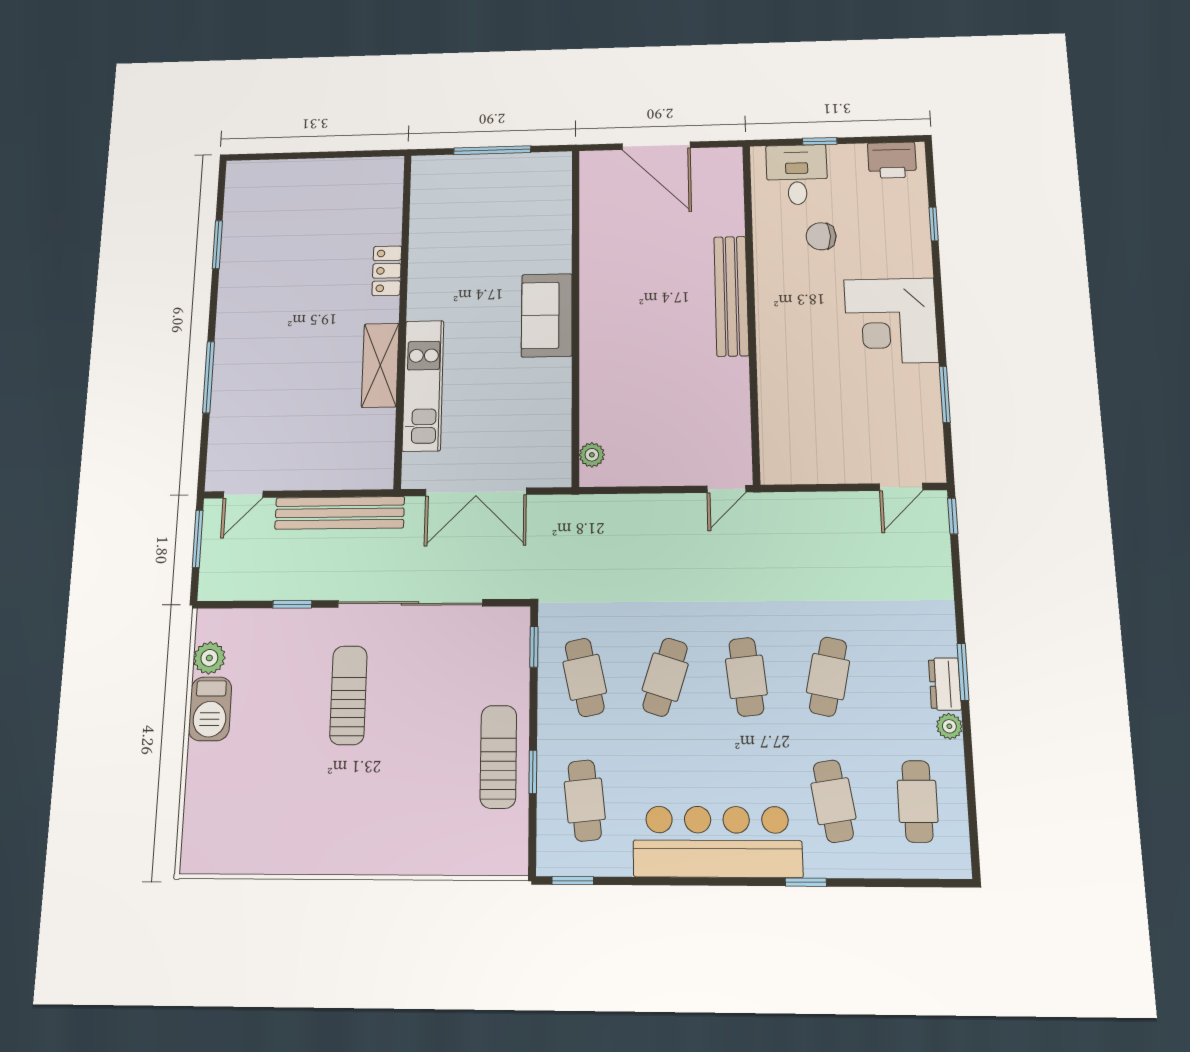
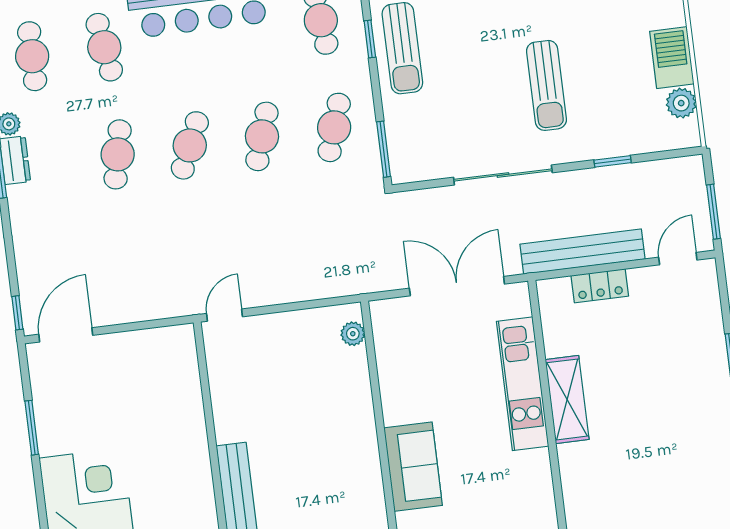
locker: (387, 271) -> (600, 286), moved, turned 90
door: (901, 487) -> (66, 335), width x1.37
sliding door: (410, 603) -> (503, 175), width x0.73
window: (534, 647) -> (384, 149), width x1.50
cafe table: (585, 677) -> (334, 127), turned 30
cafe table: (746, 677) -> (190, 145), turned 30

